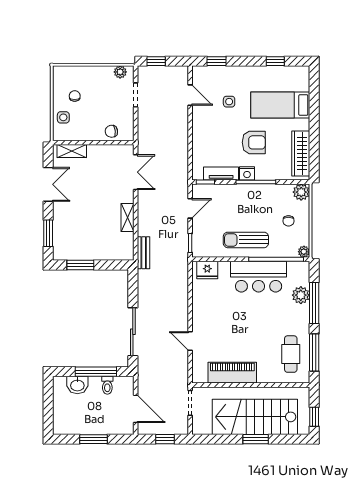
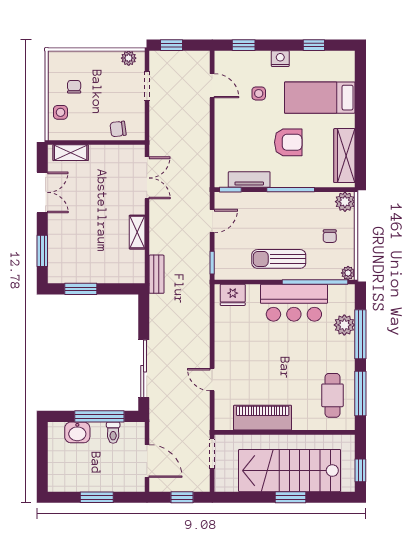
nightstand: (247, 173) -> (280, 59), moved, turned 180

